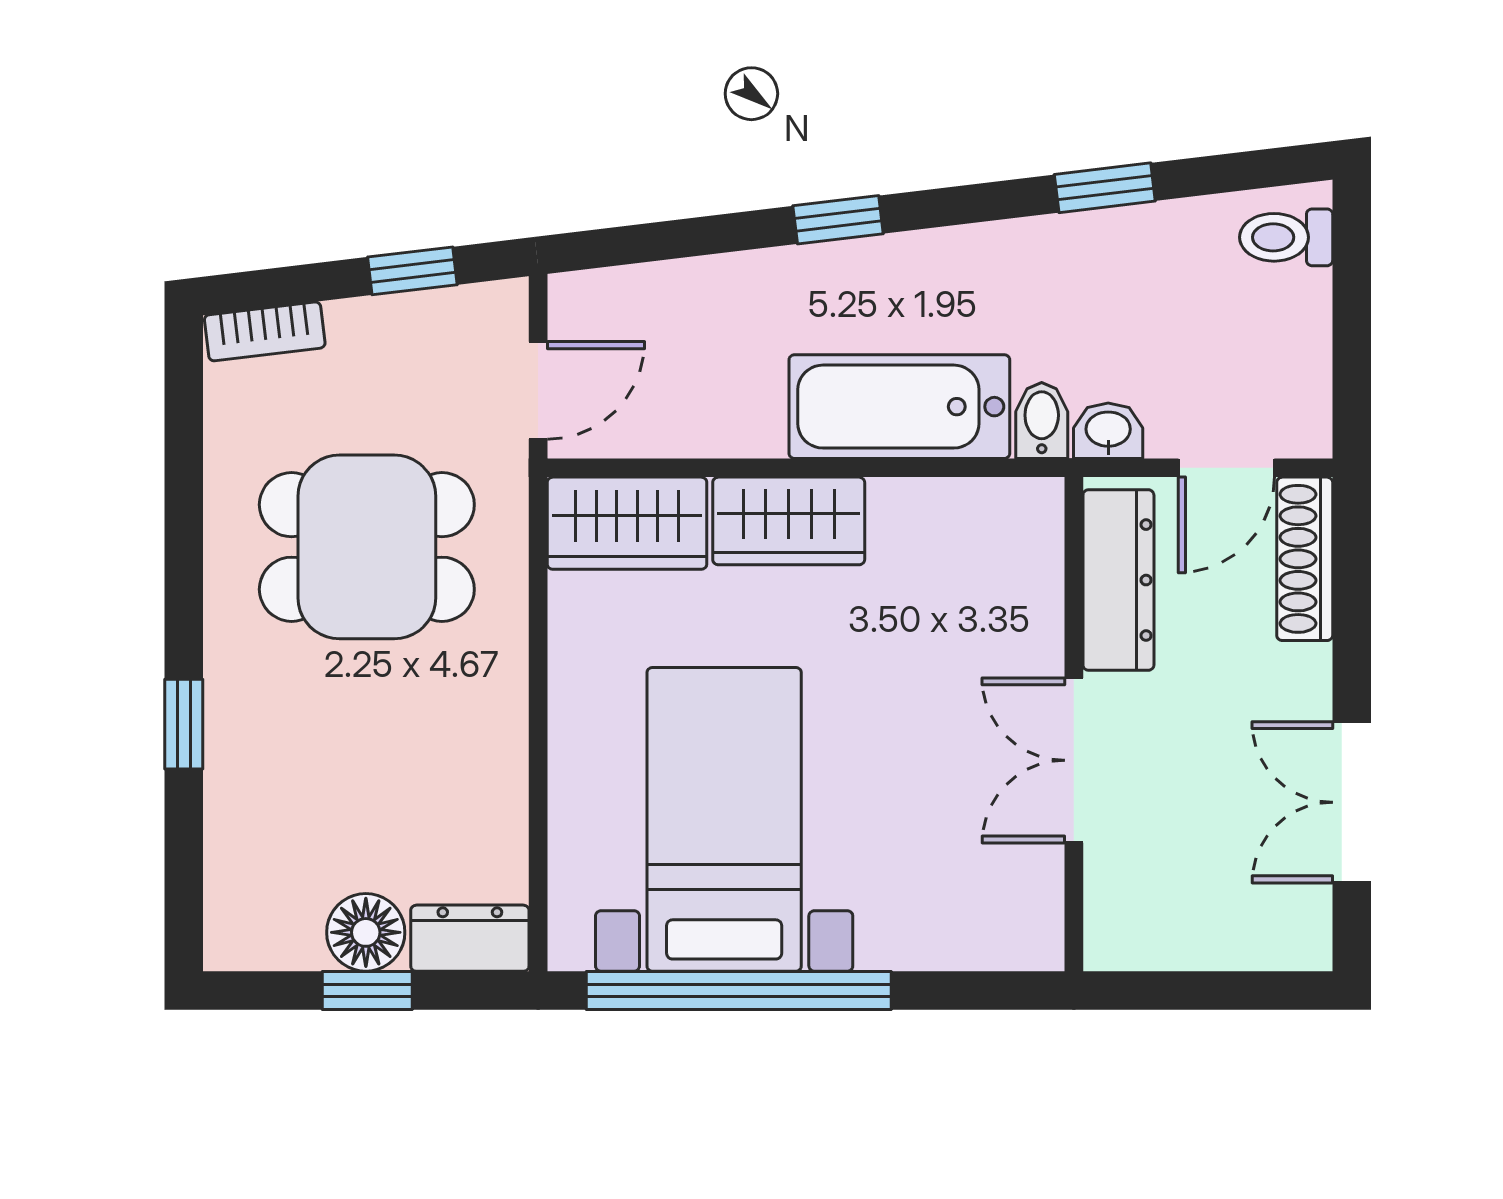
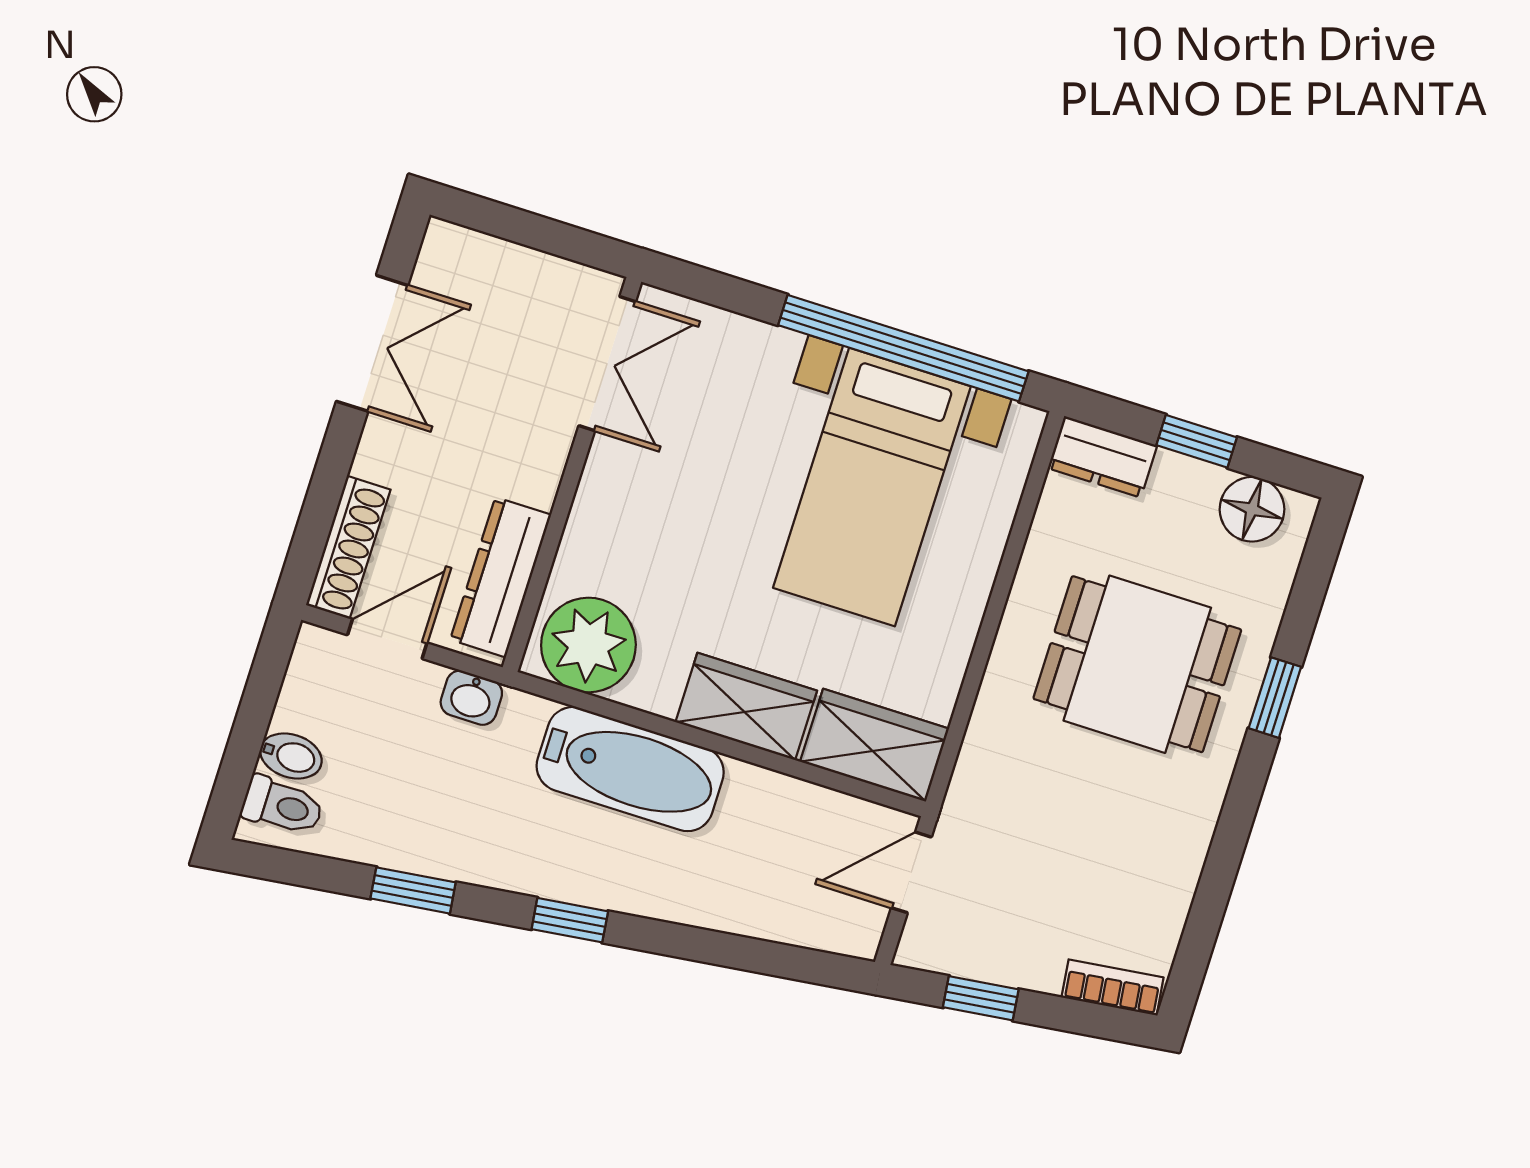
window: (838, 220) -> (570, 920), moved
bidet: (1042, 421) -> (291, 756), moved, turned -90
plant: (993, 534) -> (588, 645), added
dining table: (367, 547) -> (1137, 664), moved
double door: (1074, 760) -> (607, 364), moved
floor lamp: (366, 932) -> (1252, 509), moved

